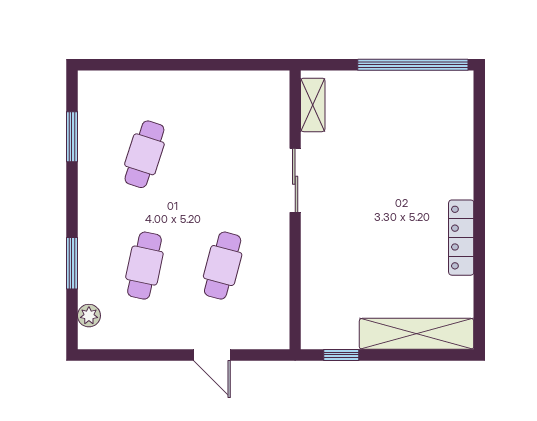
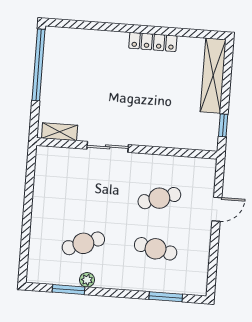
cafe table: (144, 154) -> (83, 243), turned -39
window: (72, 263) -> (166, 297), moved
cafe table: (223, 266) -> (159, 198), turned -33
plant: (89, 316) -> (87, 280), moved

